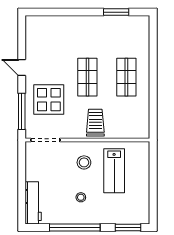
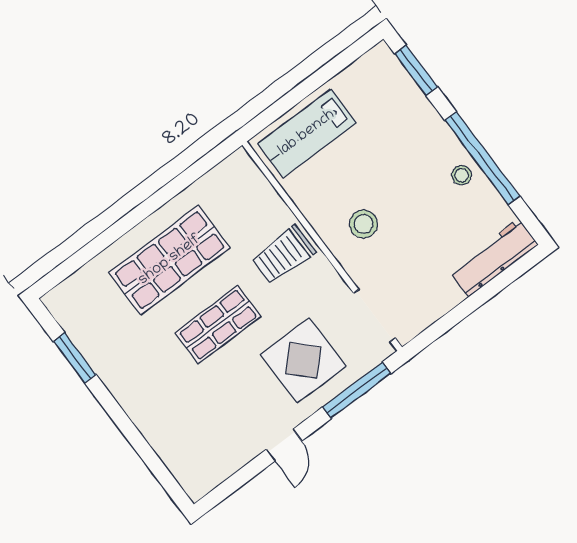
shop shelf: (126, 77) -> (170, 260), width x1.43, depth x1.36
lab bench: (114, 171) -> (307, 133), moved, turned 180
stool: (81, 197) -> (462, 175), moved

